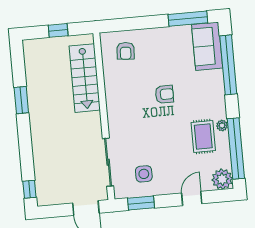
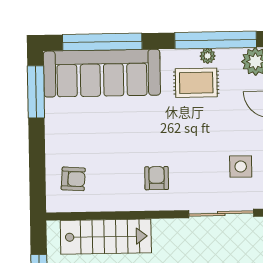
sofa: (207, 46) -> (102, 73), width x1.85, depth x1.27
armchair: (164, 94) -> (157, 178), moved
plant: (222, 125) -> (208, 56), moved

